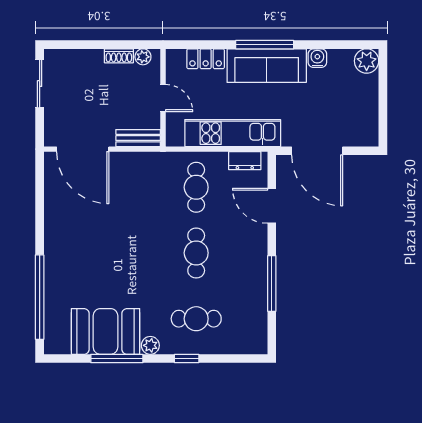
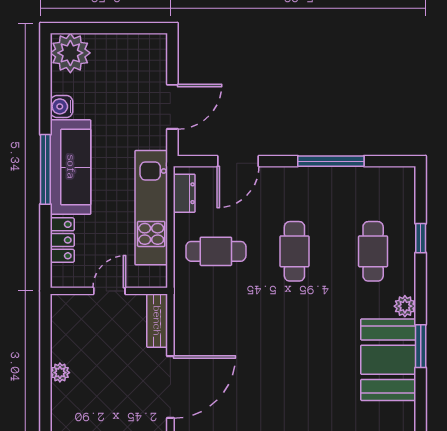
shoe rack: (119, 56) -> (59, 344), removed
plant: (143, 57) -> (60, 373), moved
plant: (367, 61) -> (70, 53), width x1.36, depth x1.36
door: (317, 151) -> (172, 107), width x0.73
cafe table: (196, 253) -> (294, 251), turned 90
window: (117, 359) -> (421, 346), width x0.69
window: (187, 359) -> (421, 238), moved

